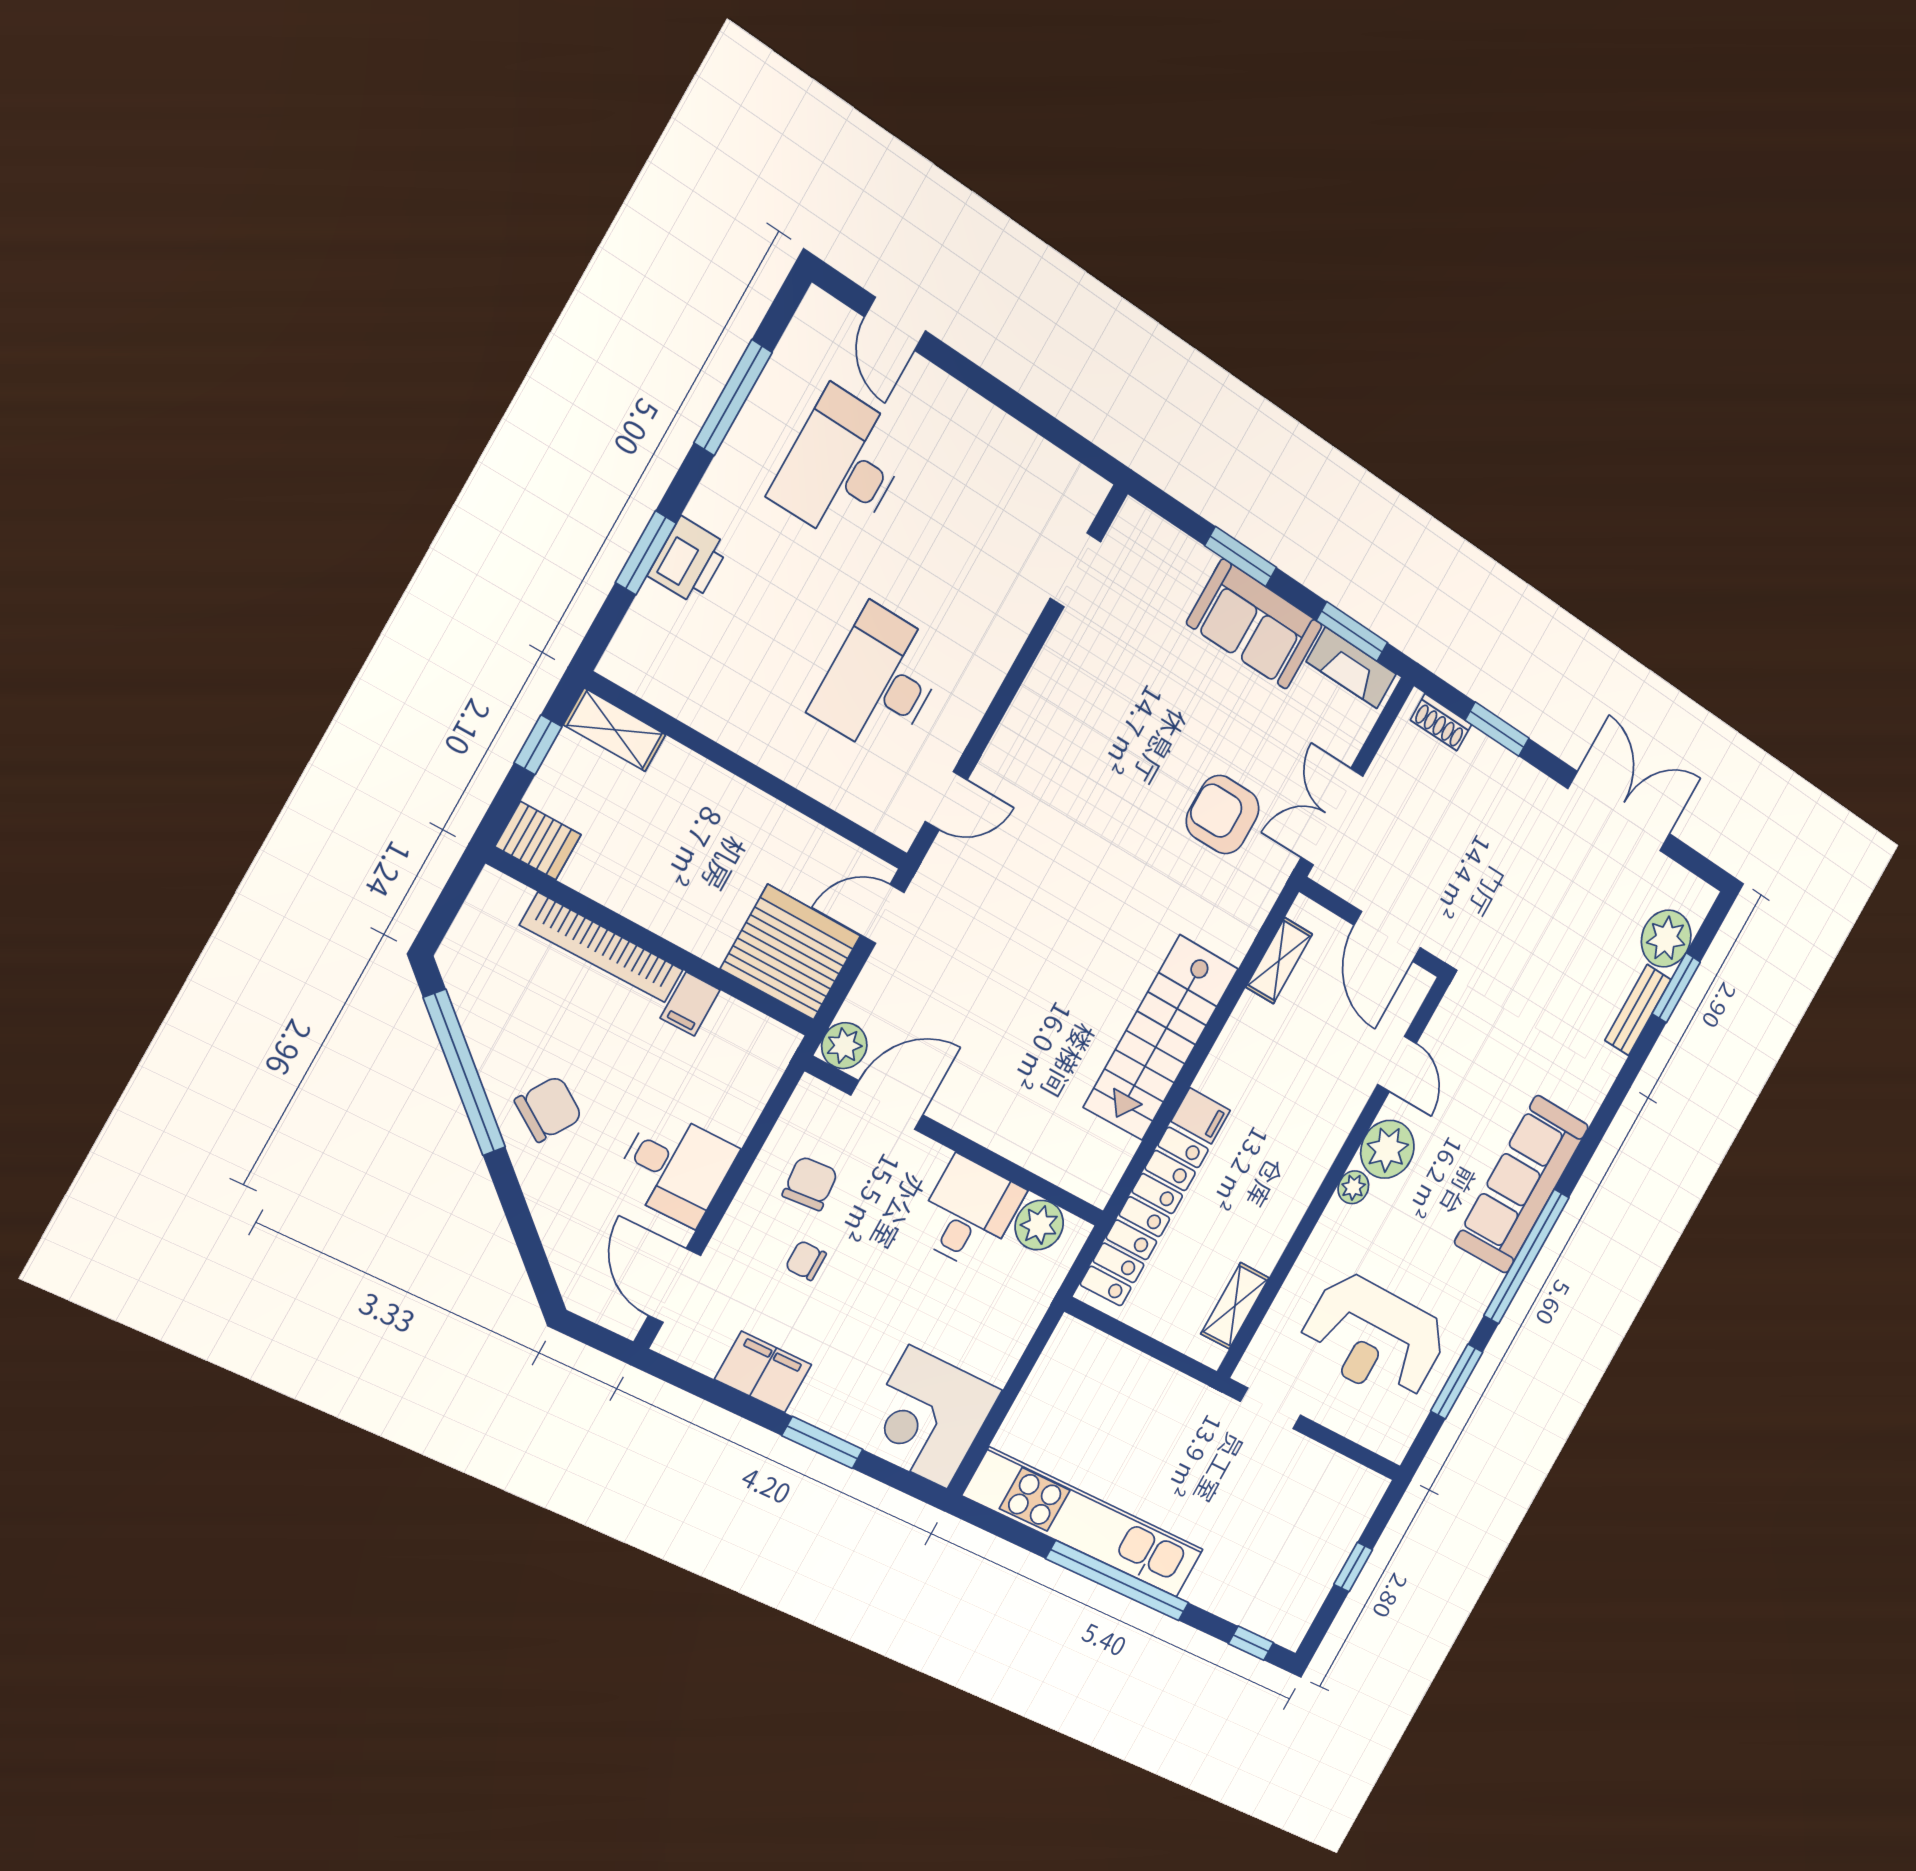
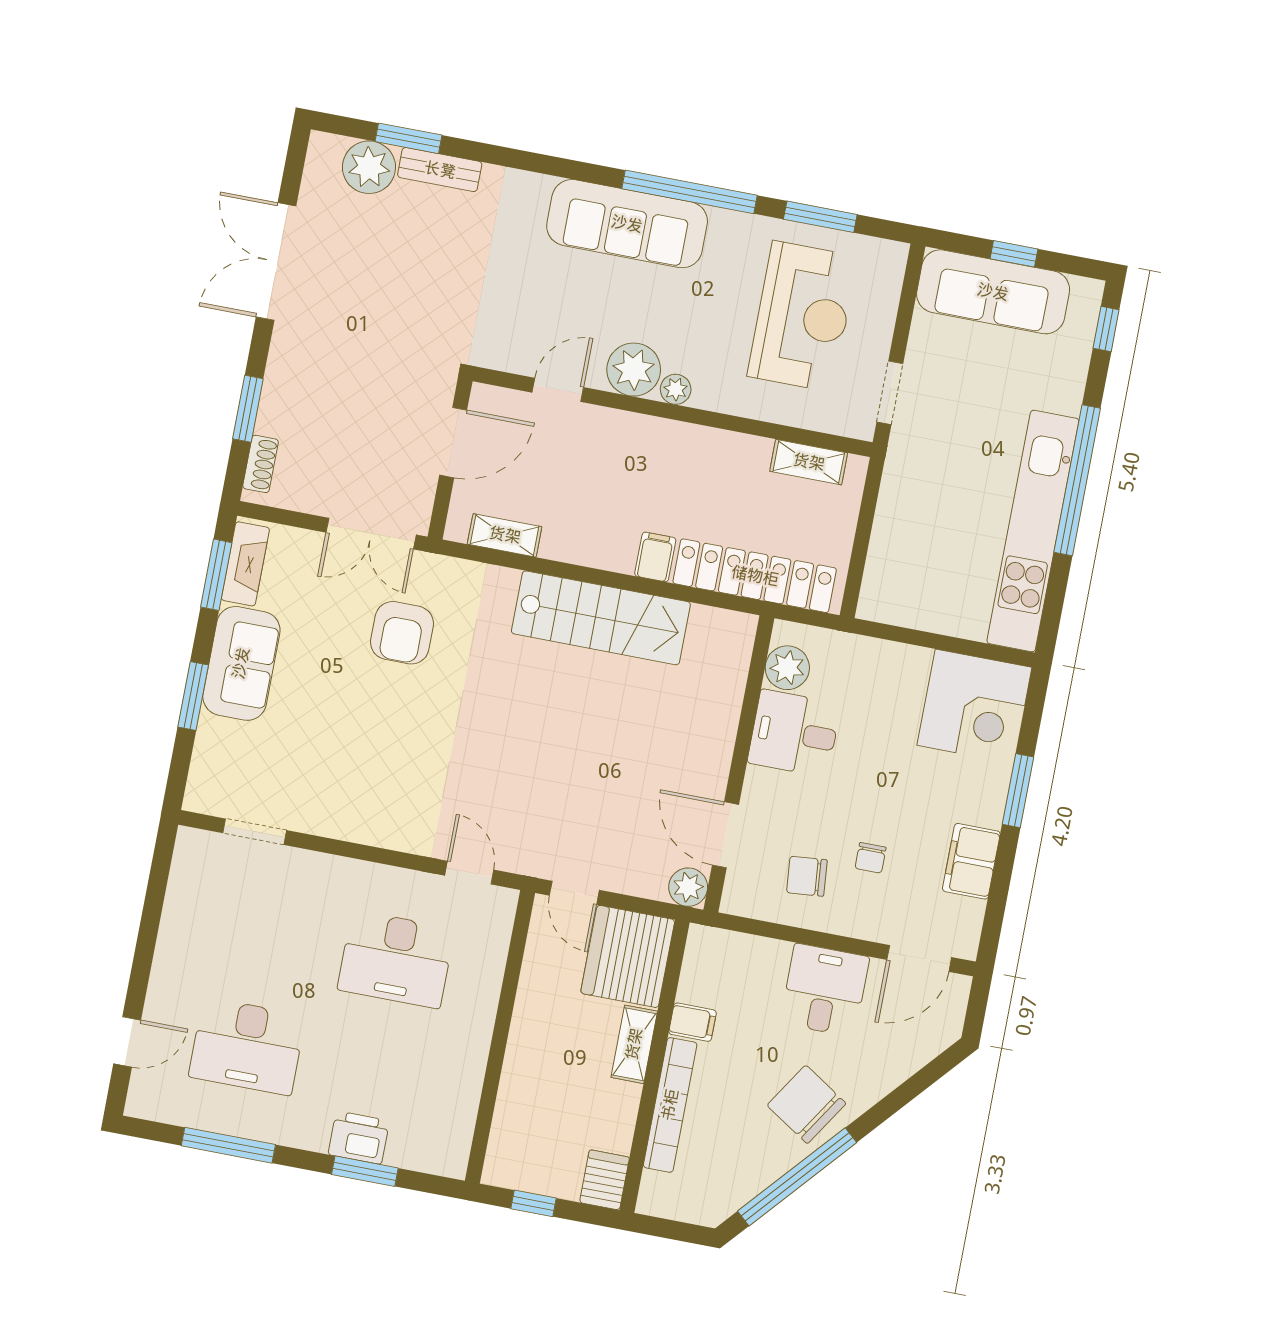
shelving: (615, 730) -> (634, 1044), moved
chair: (549, 1109) -> (806, 1104), width x1.37, depth x1.37
sofa: (1326, 1538) -> (993, 292), added

